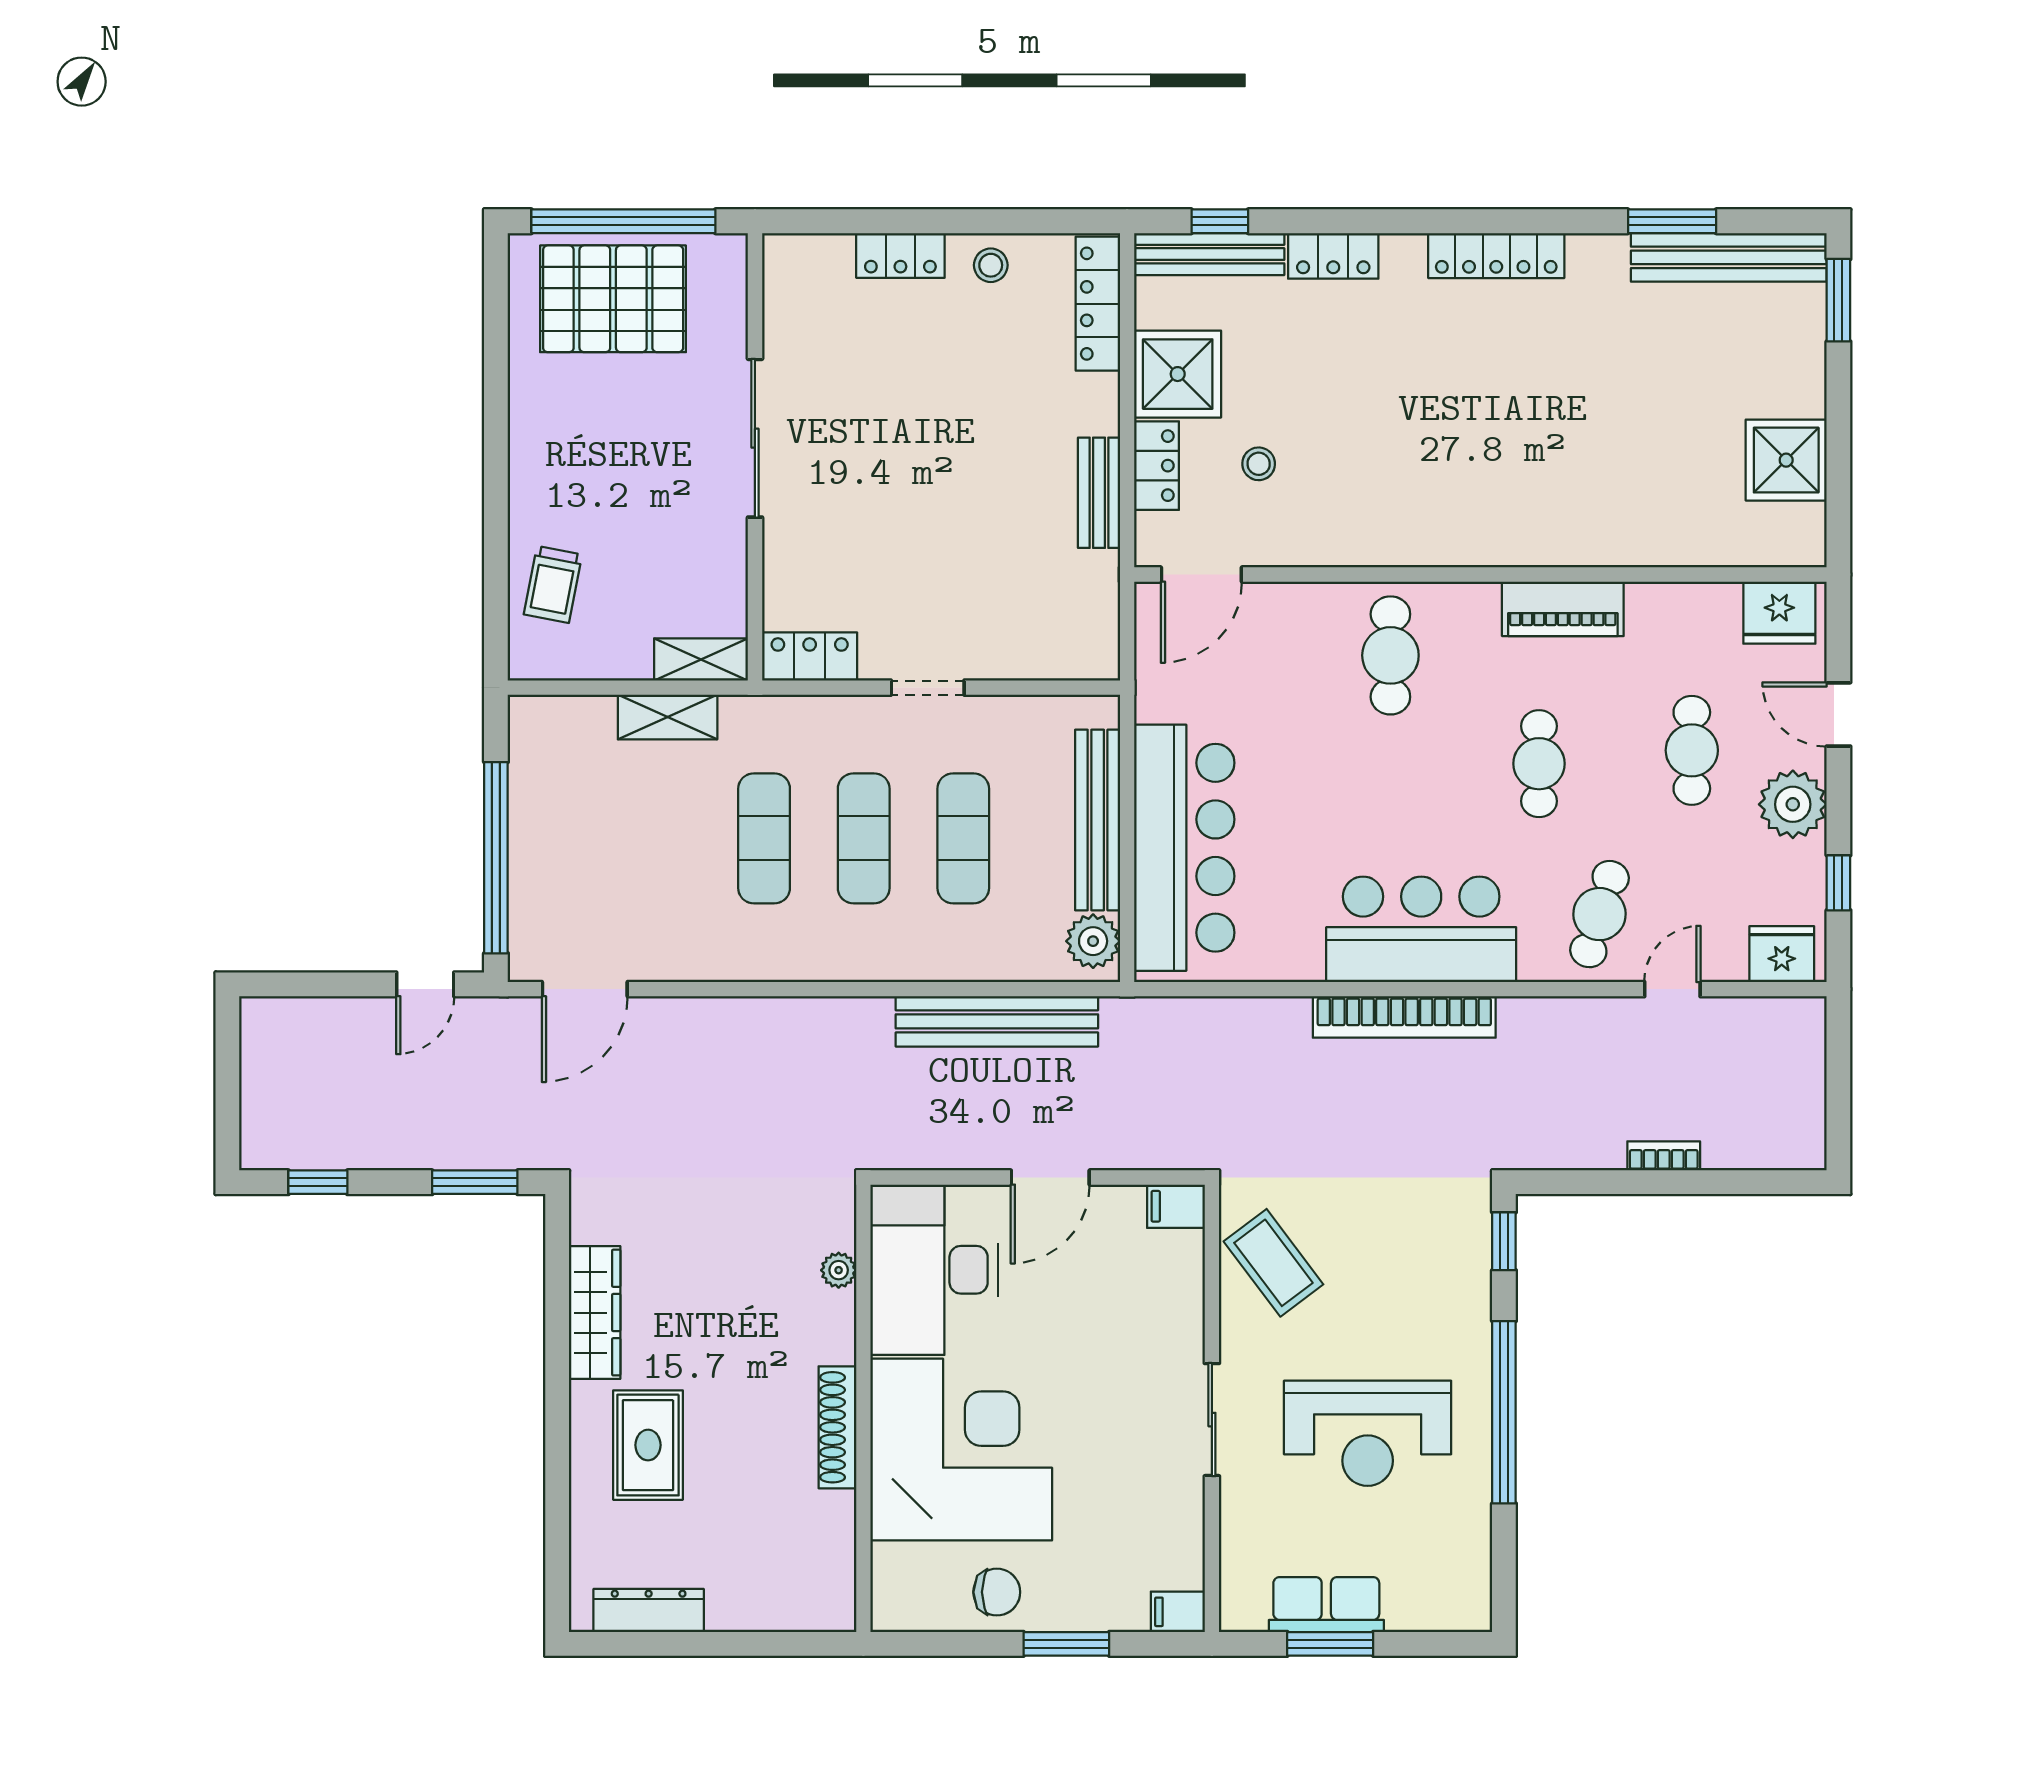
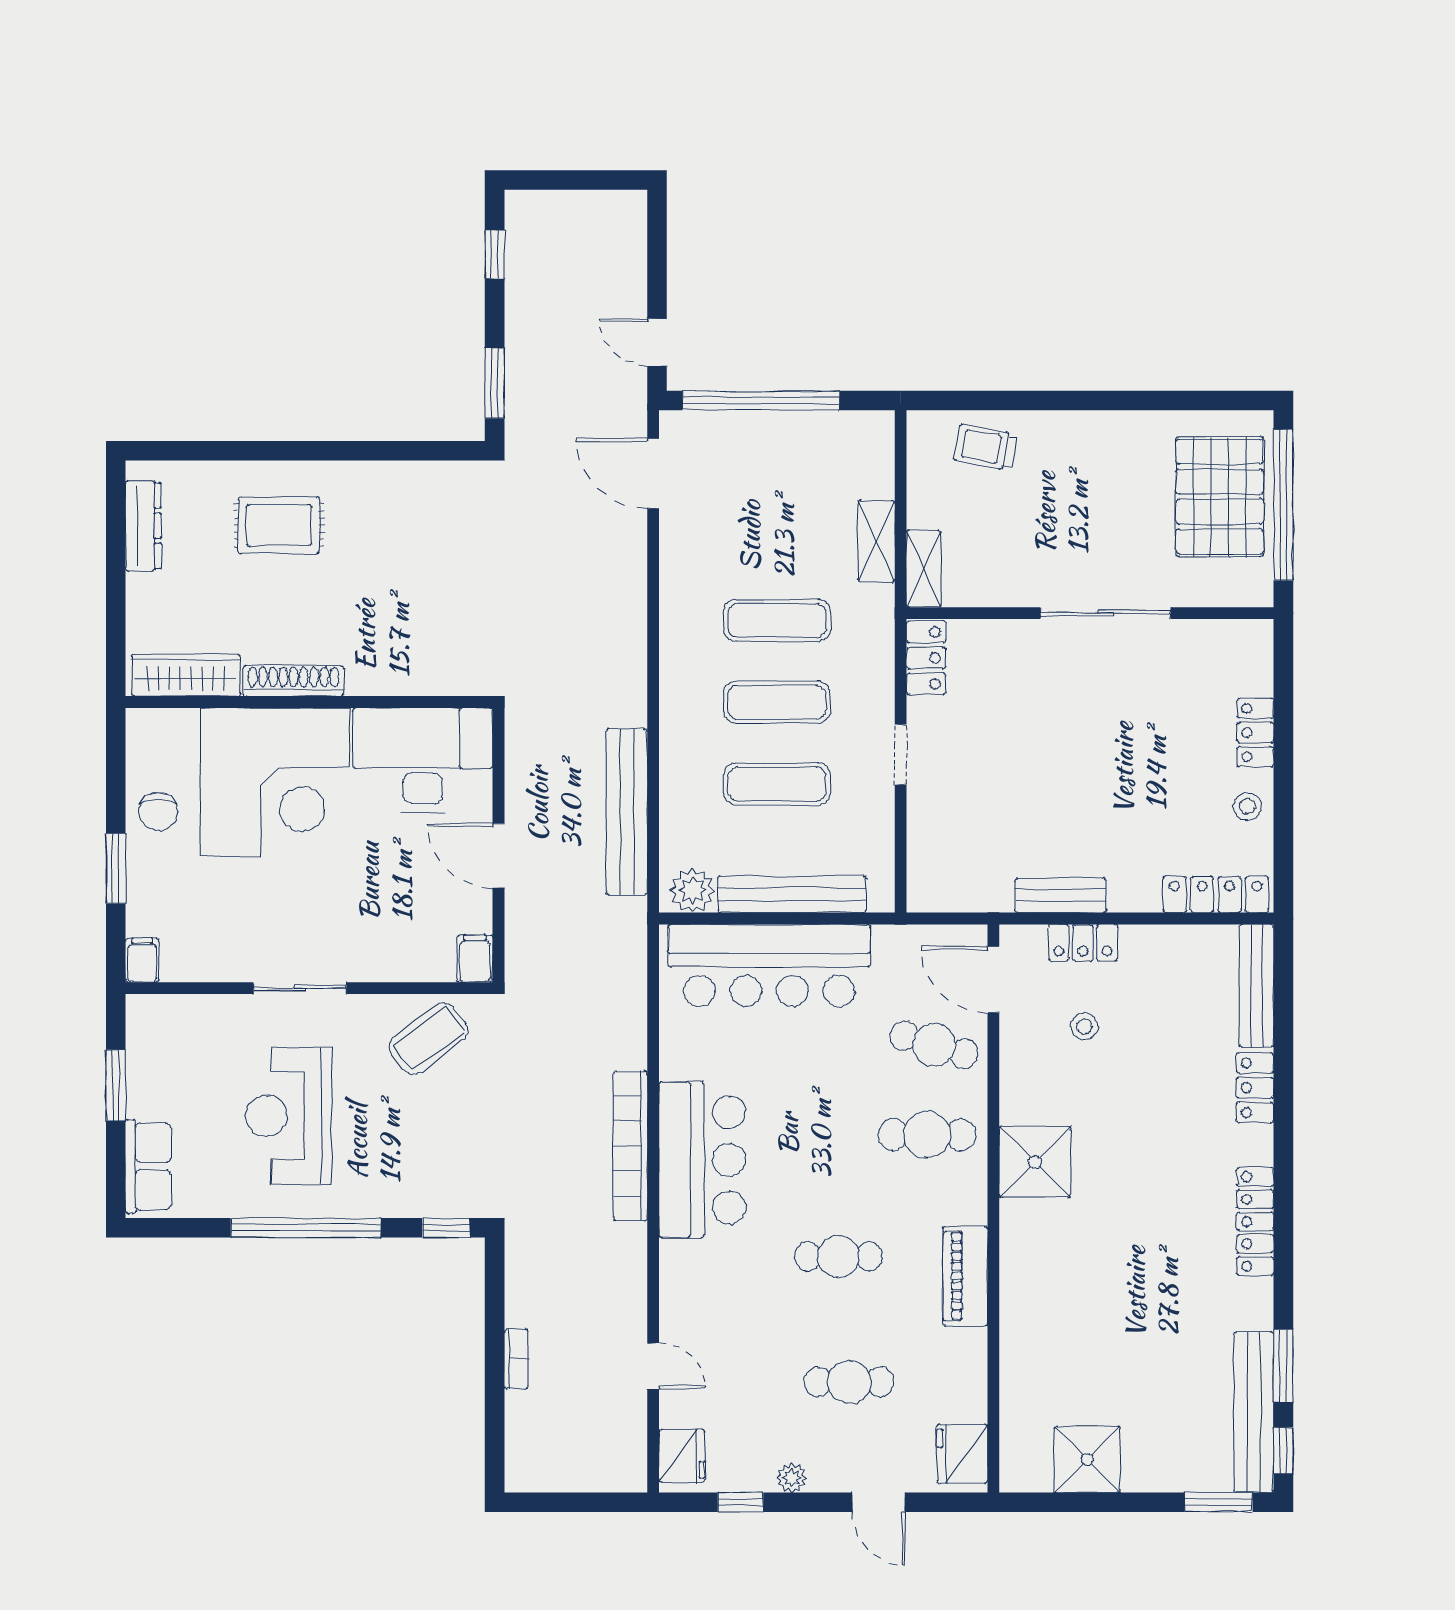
window: (1220, 221) -> (1283, 1451), moved
shower: (1178, 374) -> (1035, 1162), moved
door: (1838, 714) -> (879, 1502), swing flipped
plant: (1793, 804) -> (792, 1478), width x0.53, depth x0.53
cafe table: (1599, 914) -> (934, 1045), moved
plant: (839, 1270) -> (422, 682), removed
wardrobe: (595, 1313) -> (186, 675), moved, turned 180
row of seats: (1326, 1605) -> (148, 1166), moved

